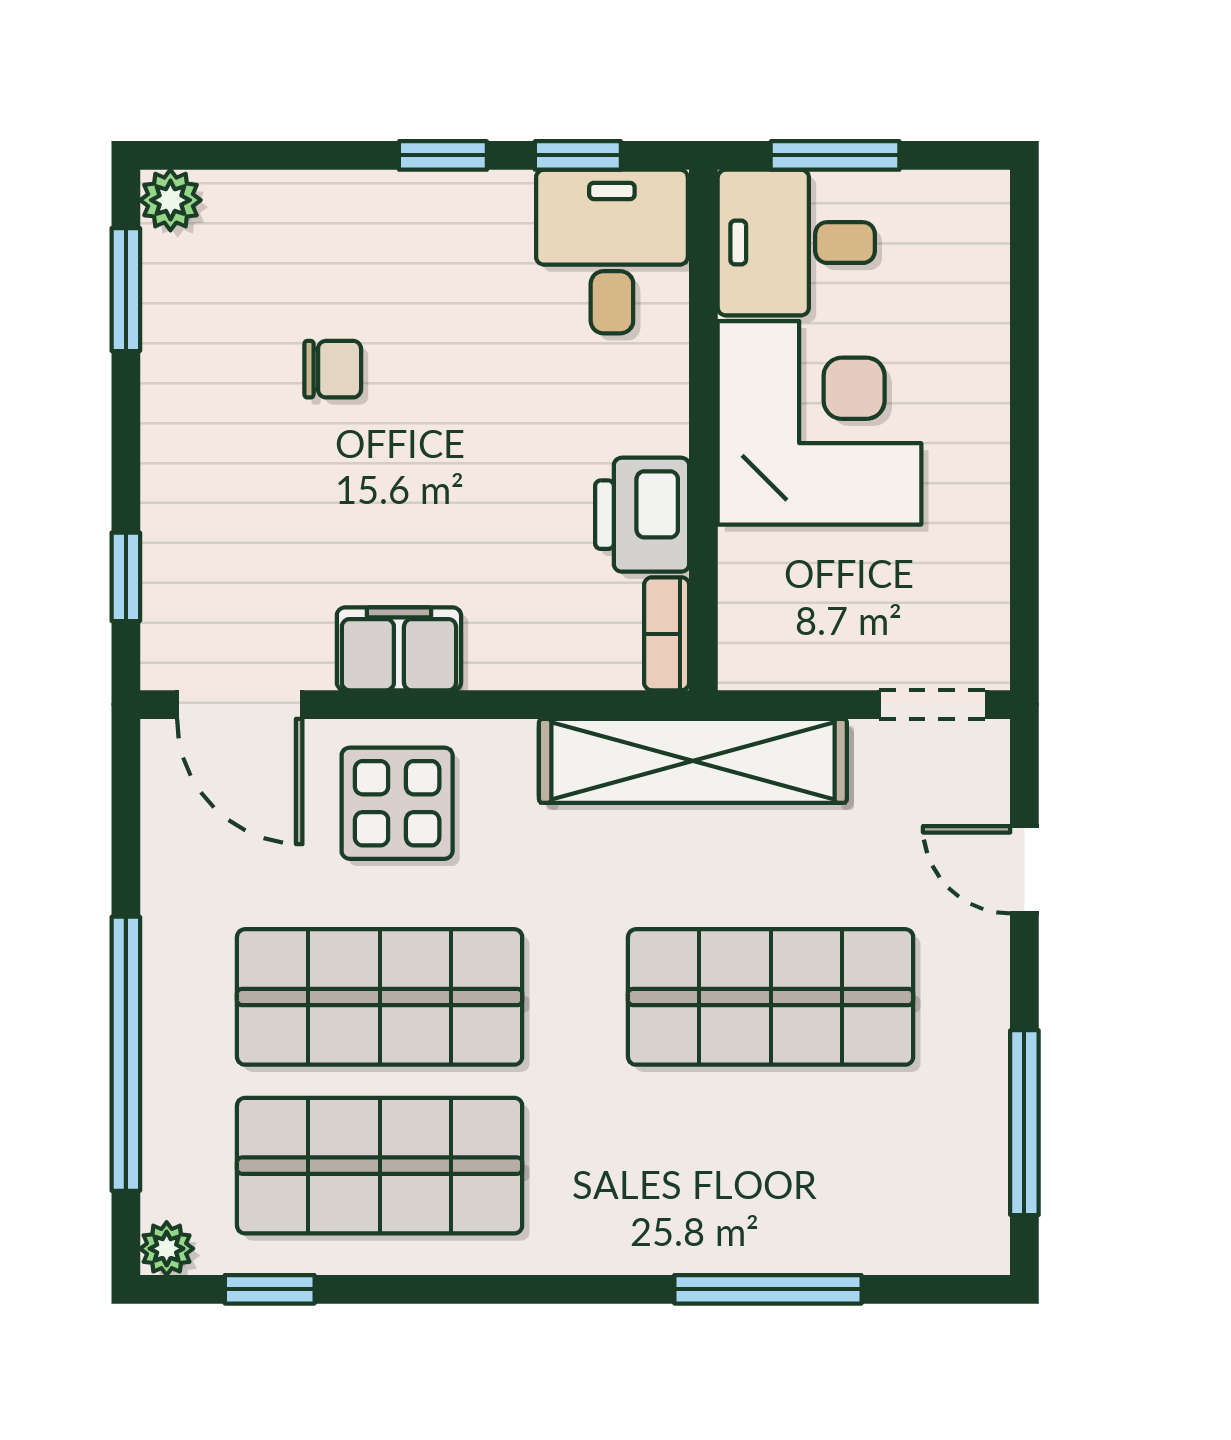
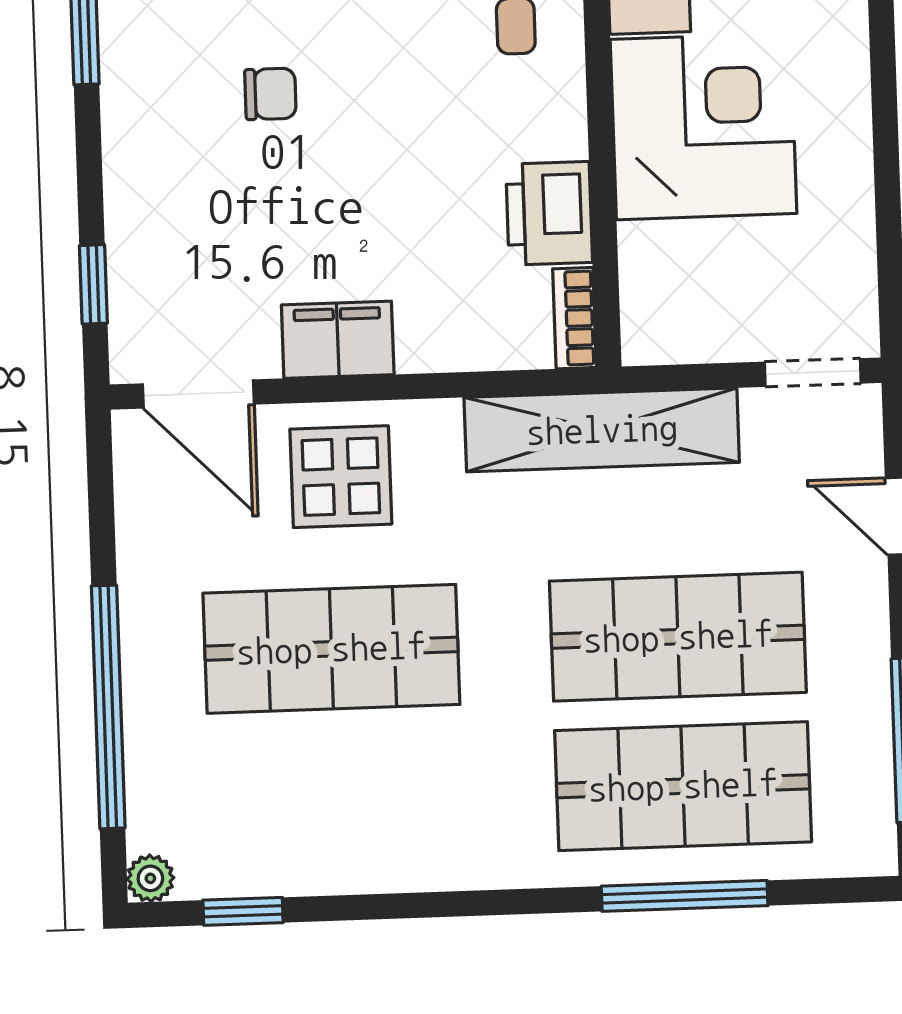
shop shelf: (380, 1166) -> (683, 786), moved

